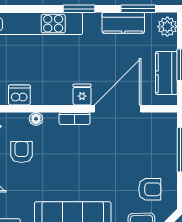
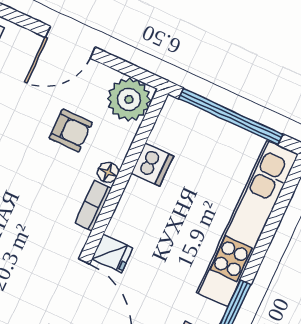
bookcase: (75, 118) -> (93, 206), moved

